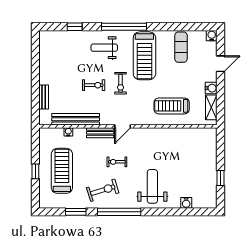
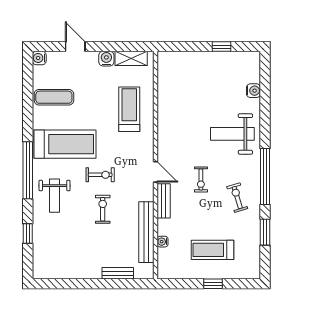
treadmill: (172, 106) -> (129, 109), turned 180
treadmill: (62, 171) -> (212, 250), width x0.73, depth x0.73
exercise bike: (103, 190) -> (237, 198), width x0.73, depth x0.72

